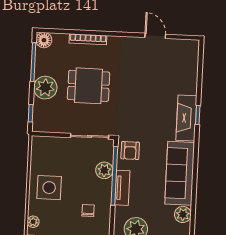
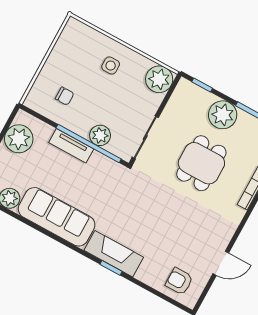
armchair: (130, 151) -> (179, 281), moved
side table: (49, 188) -> (111, 66), width x0.54, depth x0.54
plant: (33, 222) -> (159, 79), moved, width x1.88, depth x1.88

